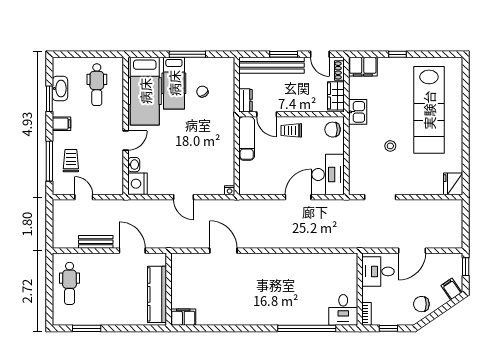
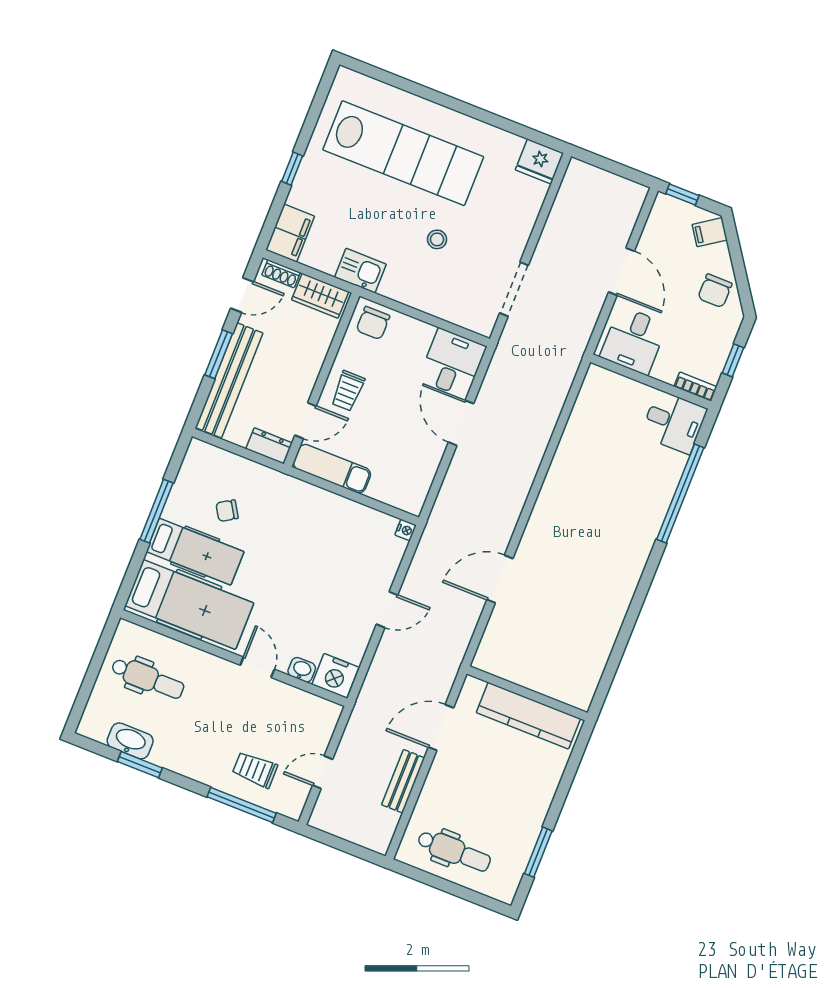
filing cabinet: (61, 124) -> (188, 761), removed
desk: (328, 174) -> (452, 363), width x0.73
filing cabinet: (183, 317) -> (582, 687), removed

